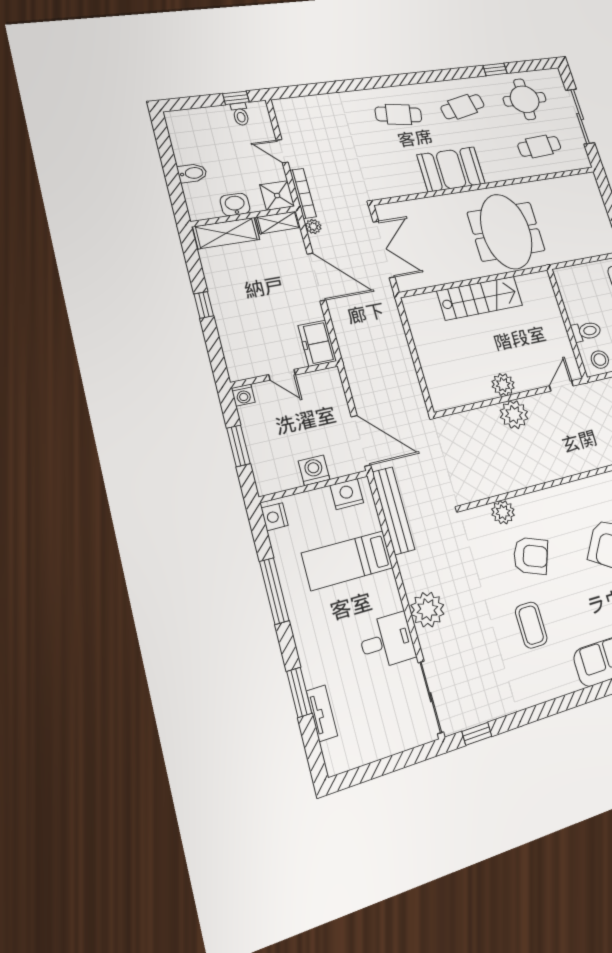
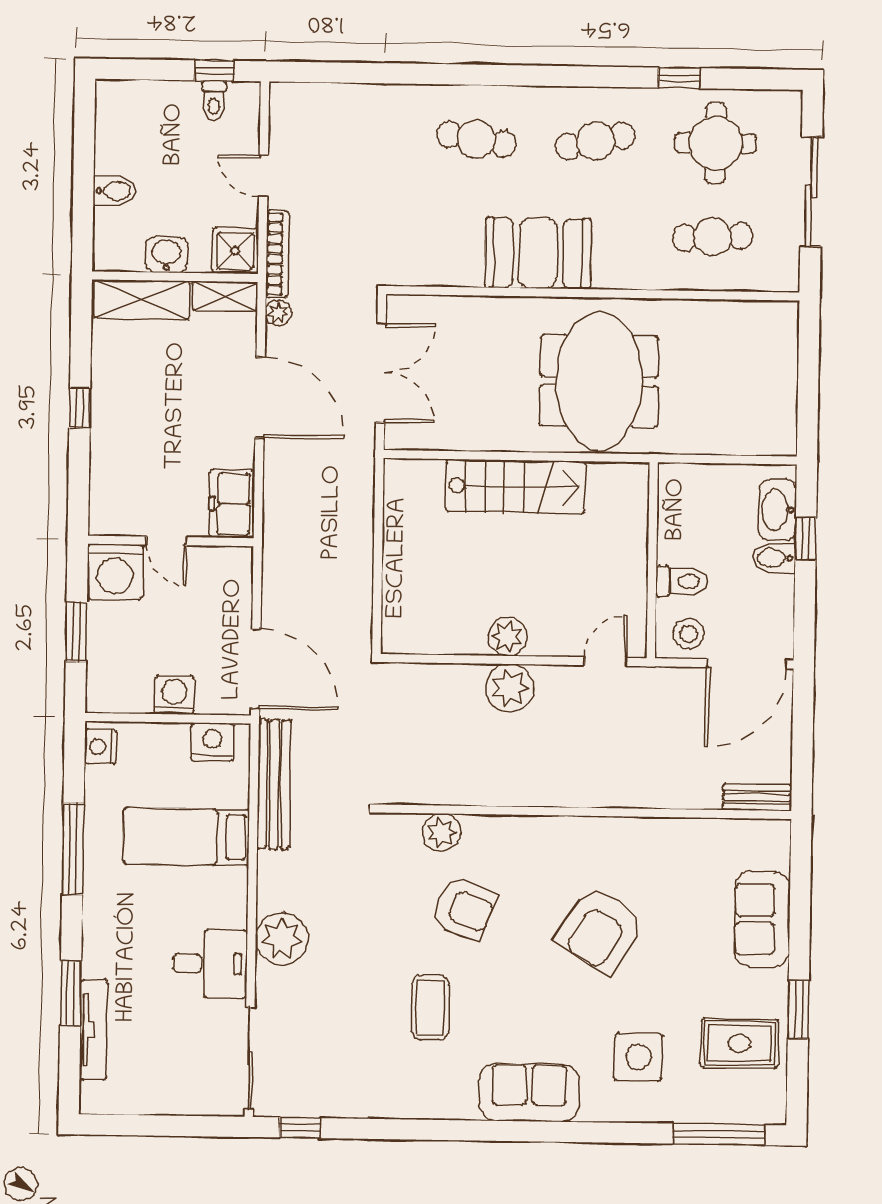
washing machine: (243, 395) -> (115, 572), width x1.89, depth x1.89
tv unit: (322, 713) -> (94, 1030), width x1.41

